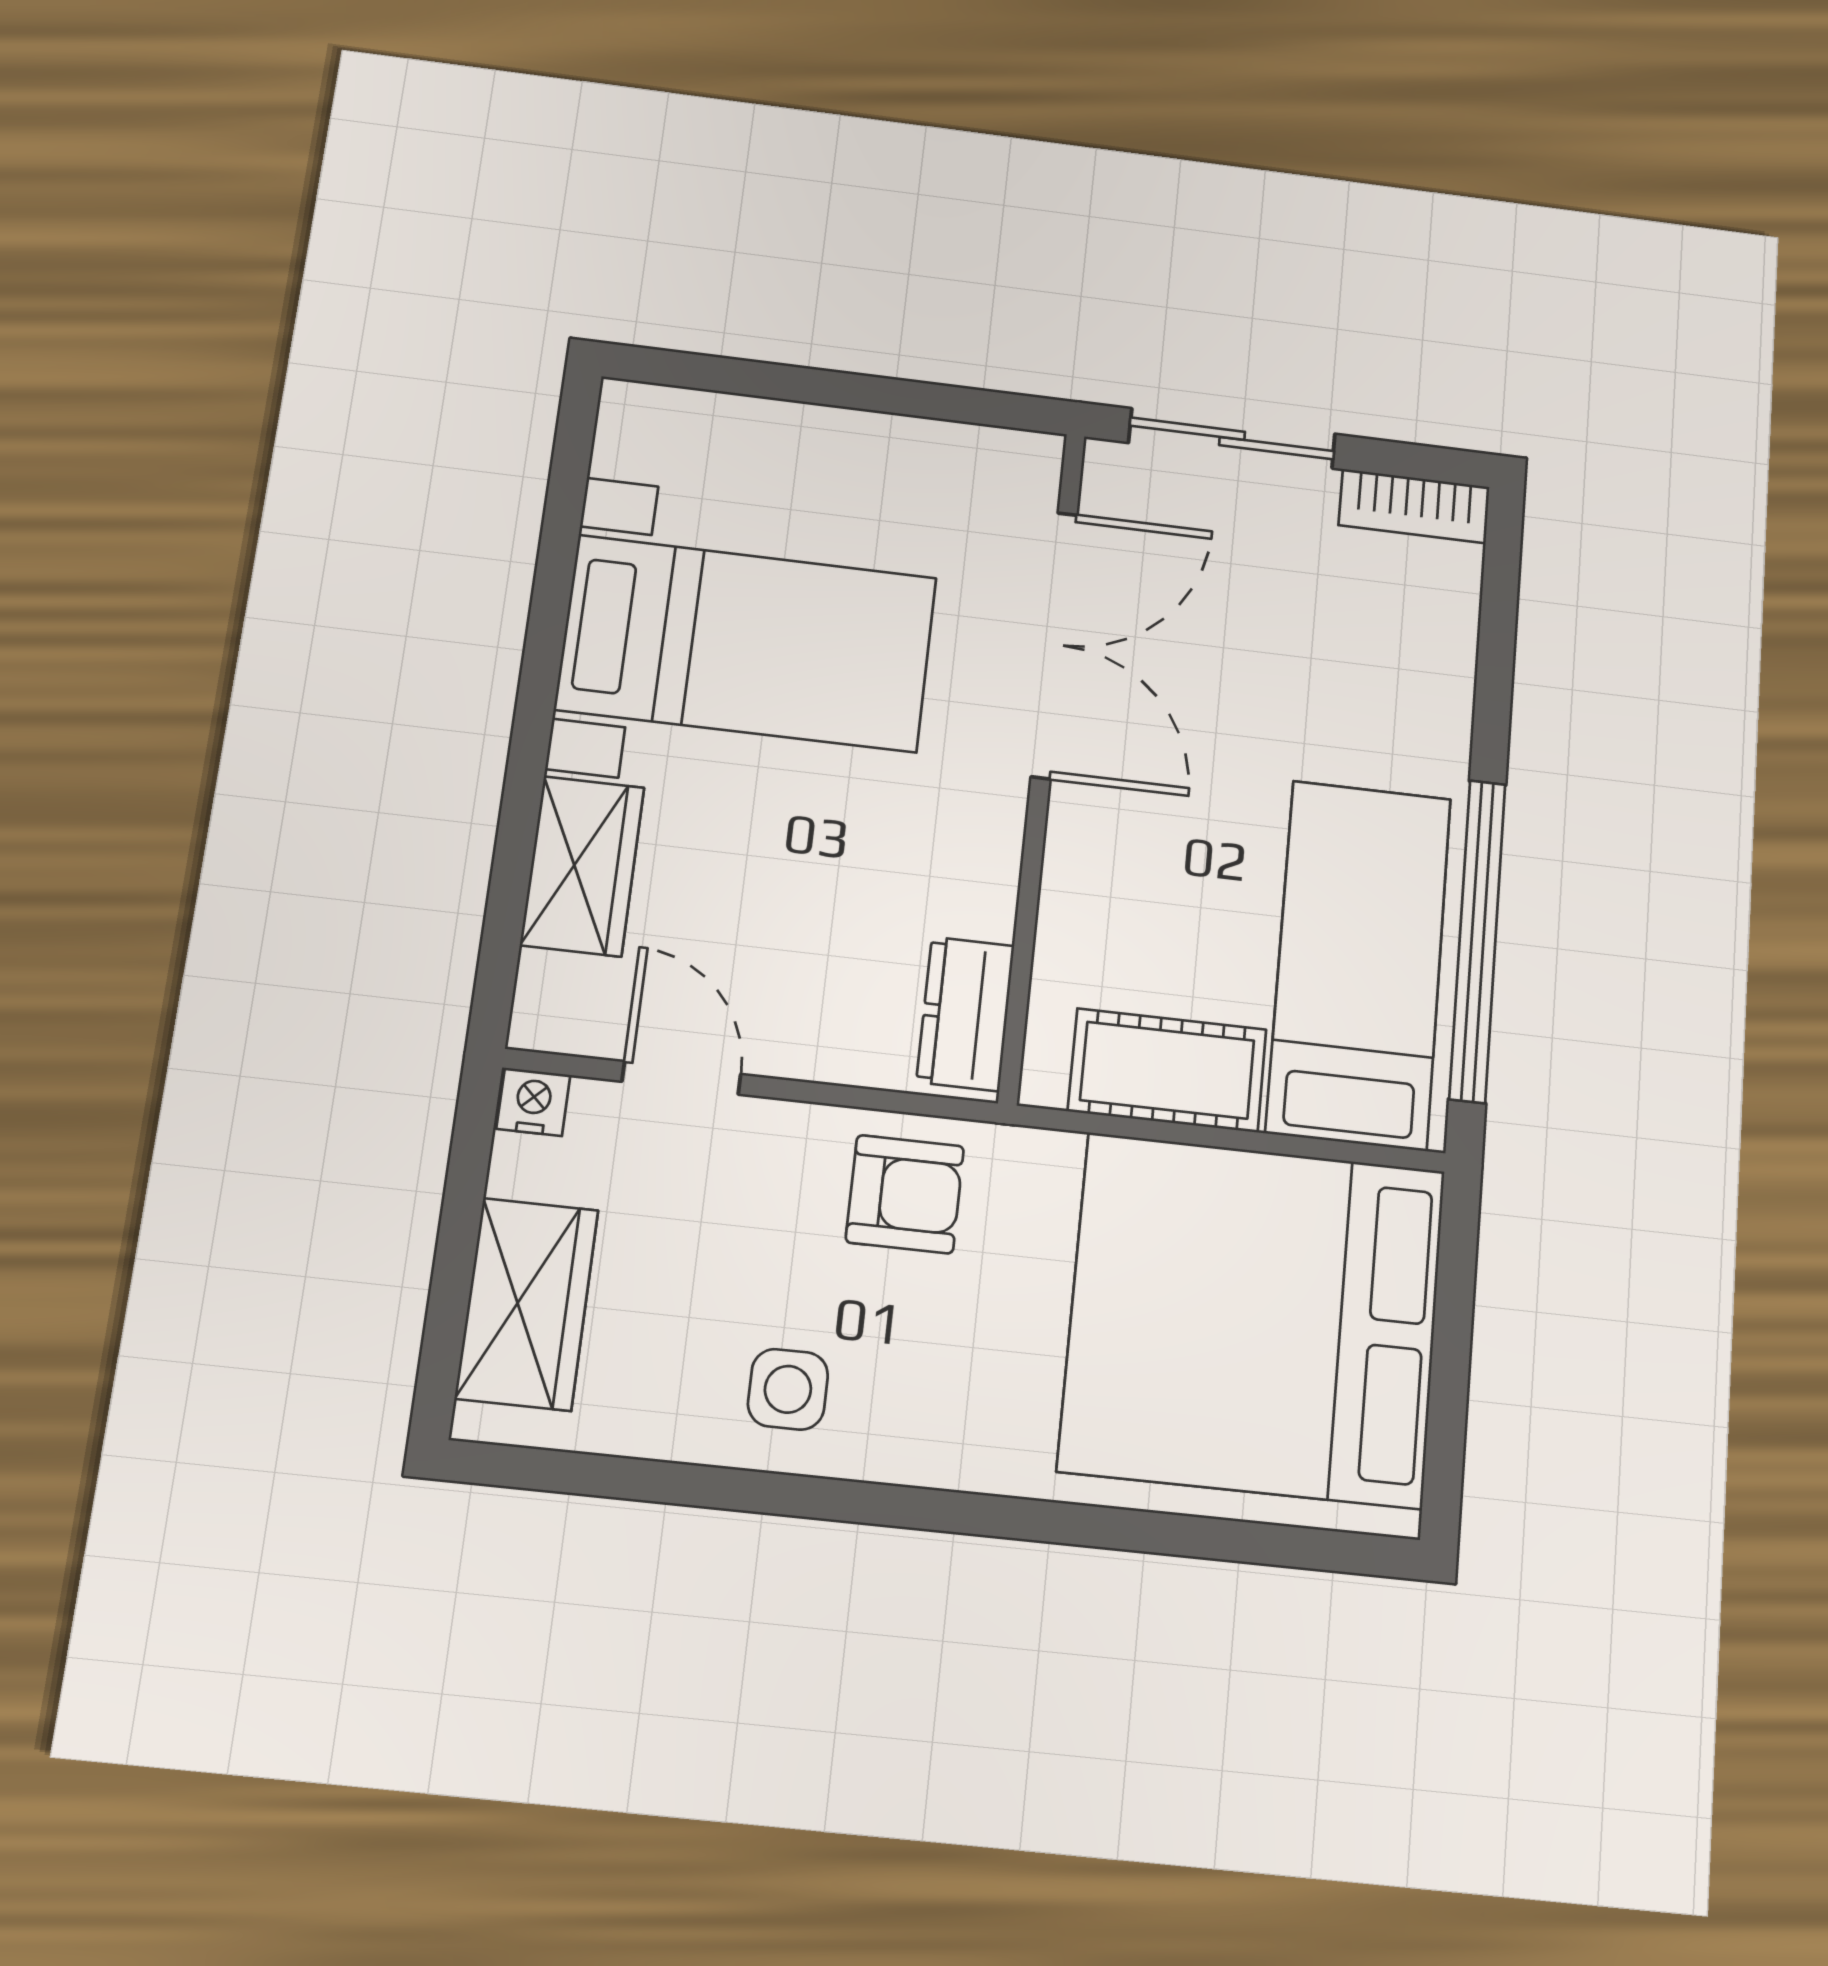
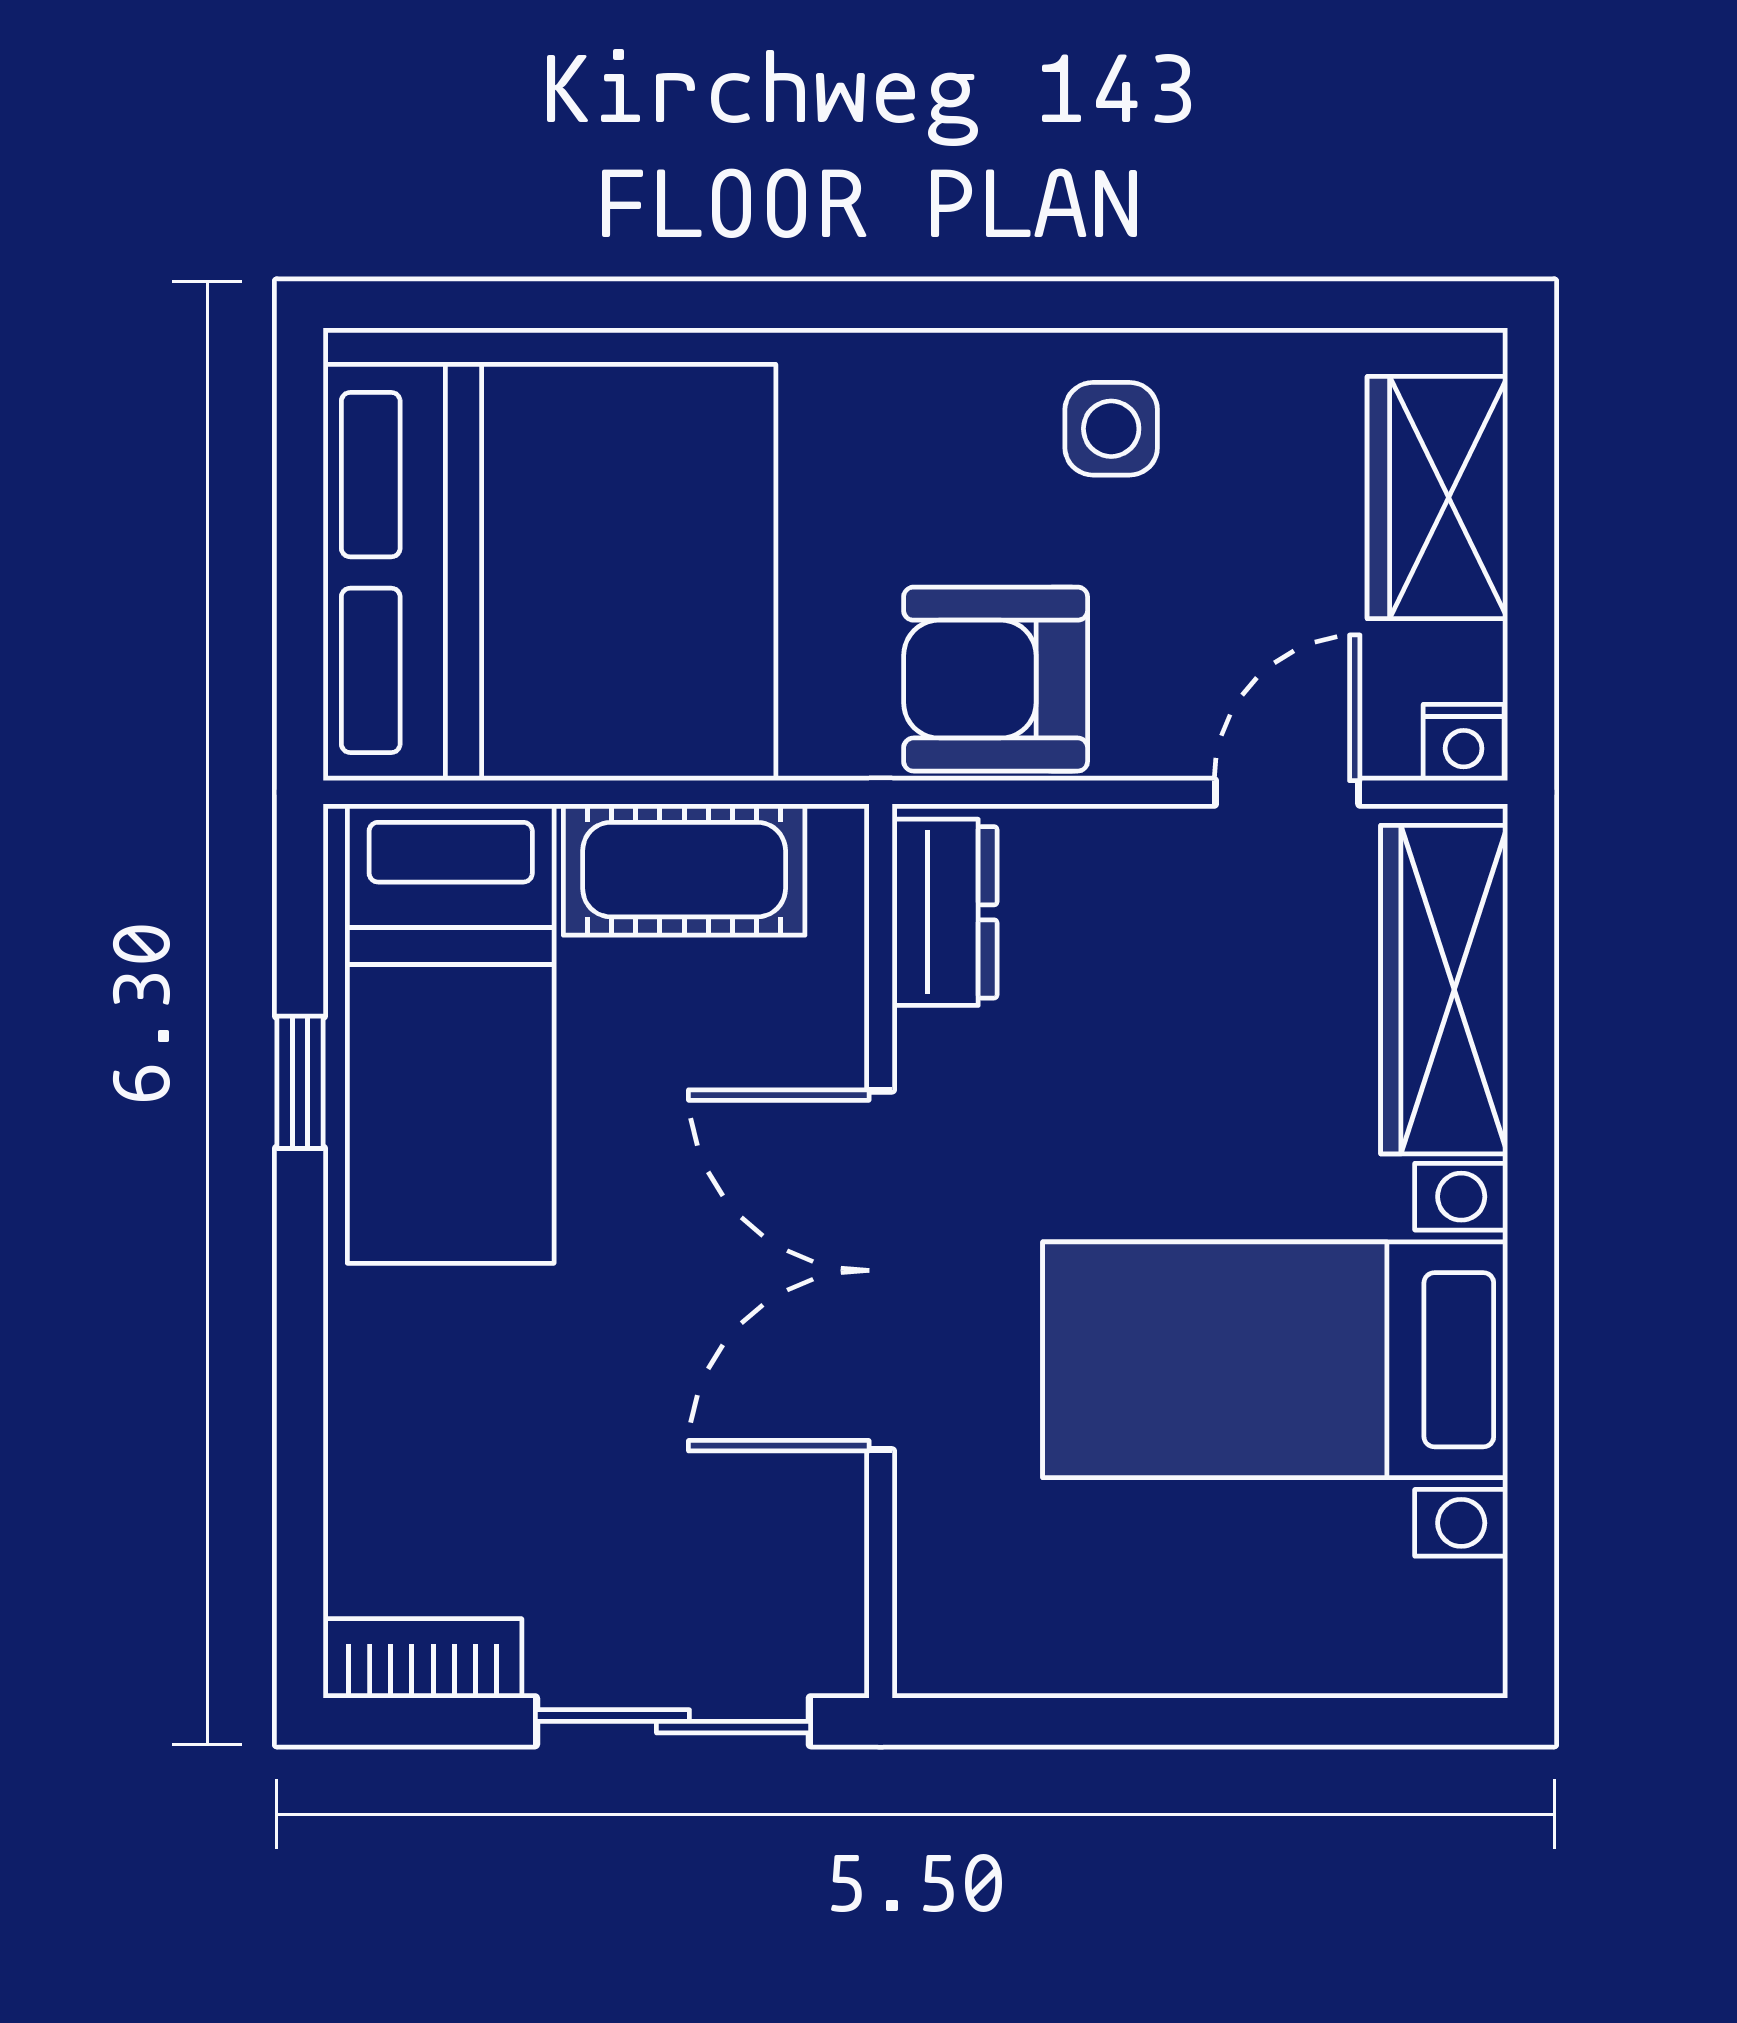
double door: (1054, 645) -> (881, 1270), moved
wardrobe: (582, 866) -> (1444, 990), width x1.50
window: (1478, 940) -> (300, 1082), width x0.32
door: (681, 1078) -> (1287, 792), swing flipped
armchair: (905, 1194) -> (996, 679), width x1.38, depth x1.38

